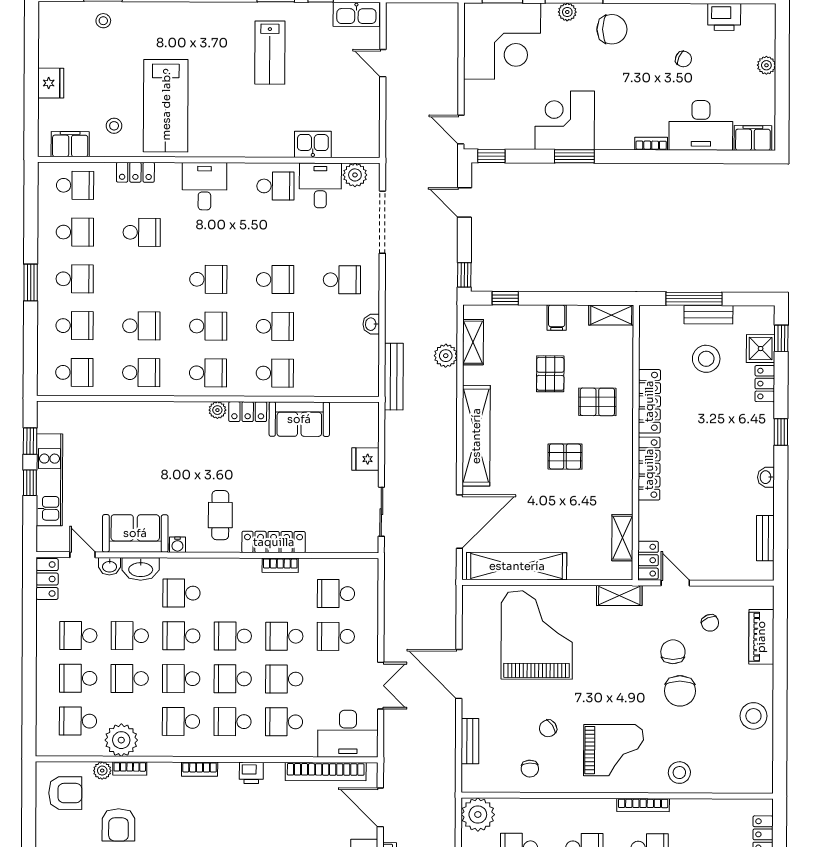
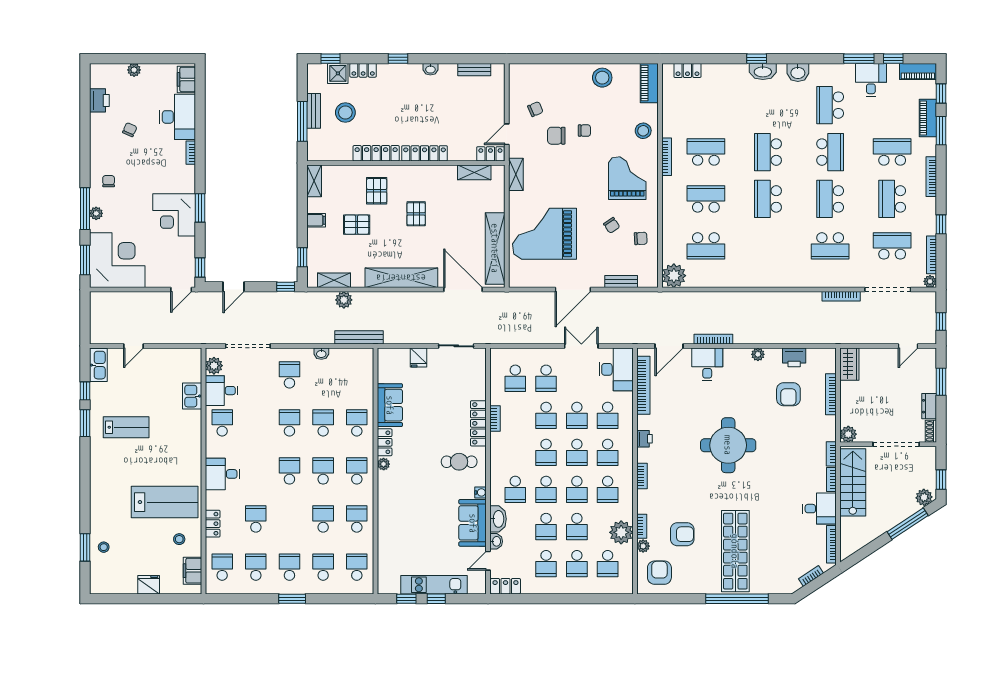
chair: (612, 29) -> (109, 181), width x0.54, depth x0.54
piano: (761, 637) -> (649, 83), moved, turned 90
chair: (680, 691) -> (584, 131), width x0.54, depth x0.54

